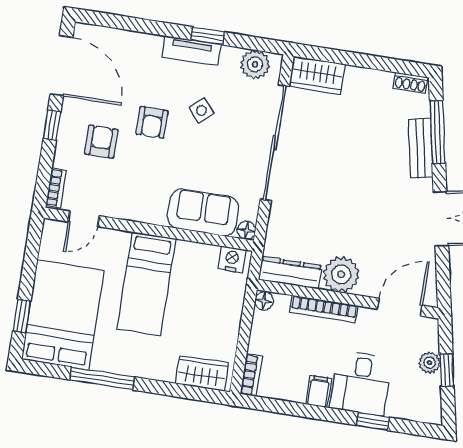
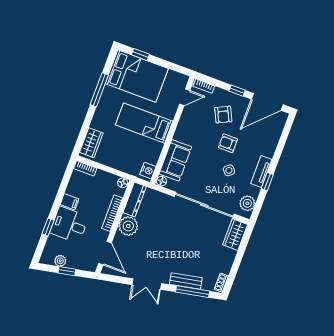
armchair: (101, 142) -> (223, 115), turned 64
door: (84, 219) -> (185, 97), swing flipped
plant: (429, 363) -> (60, 261), moved

